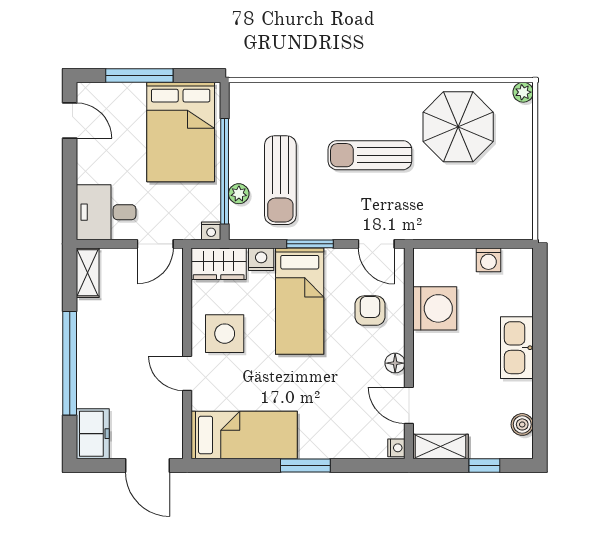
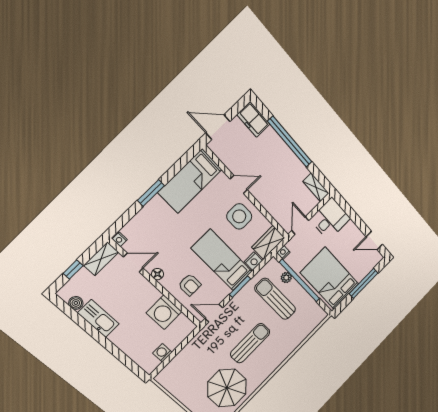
kitchen sink: (517, 348) -> (98, 318), moved

